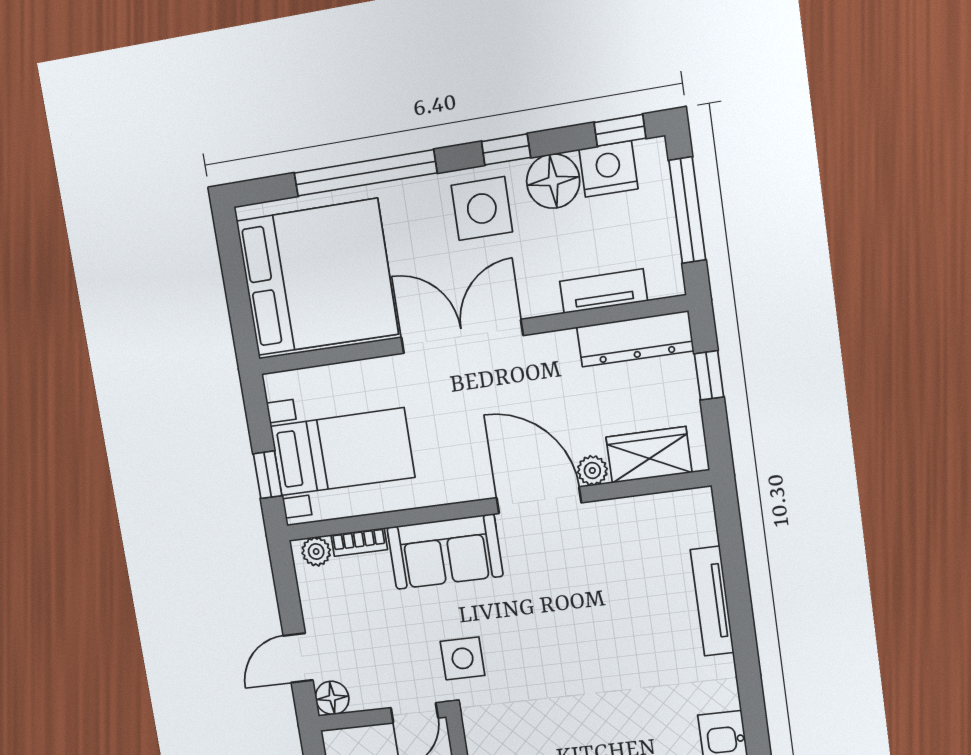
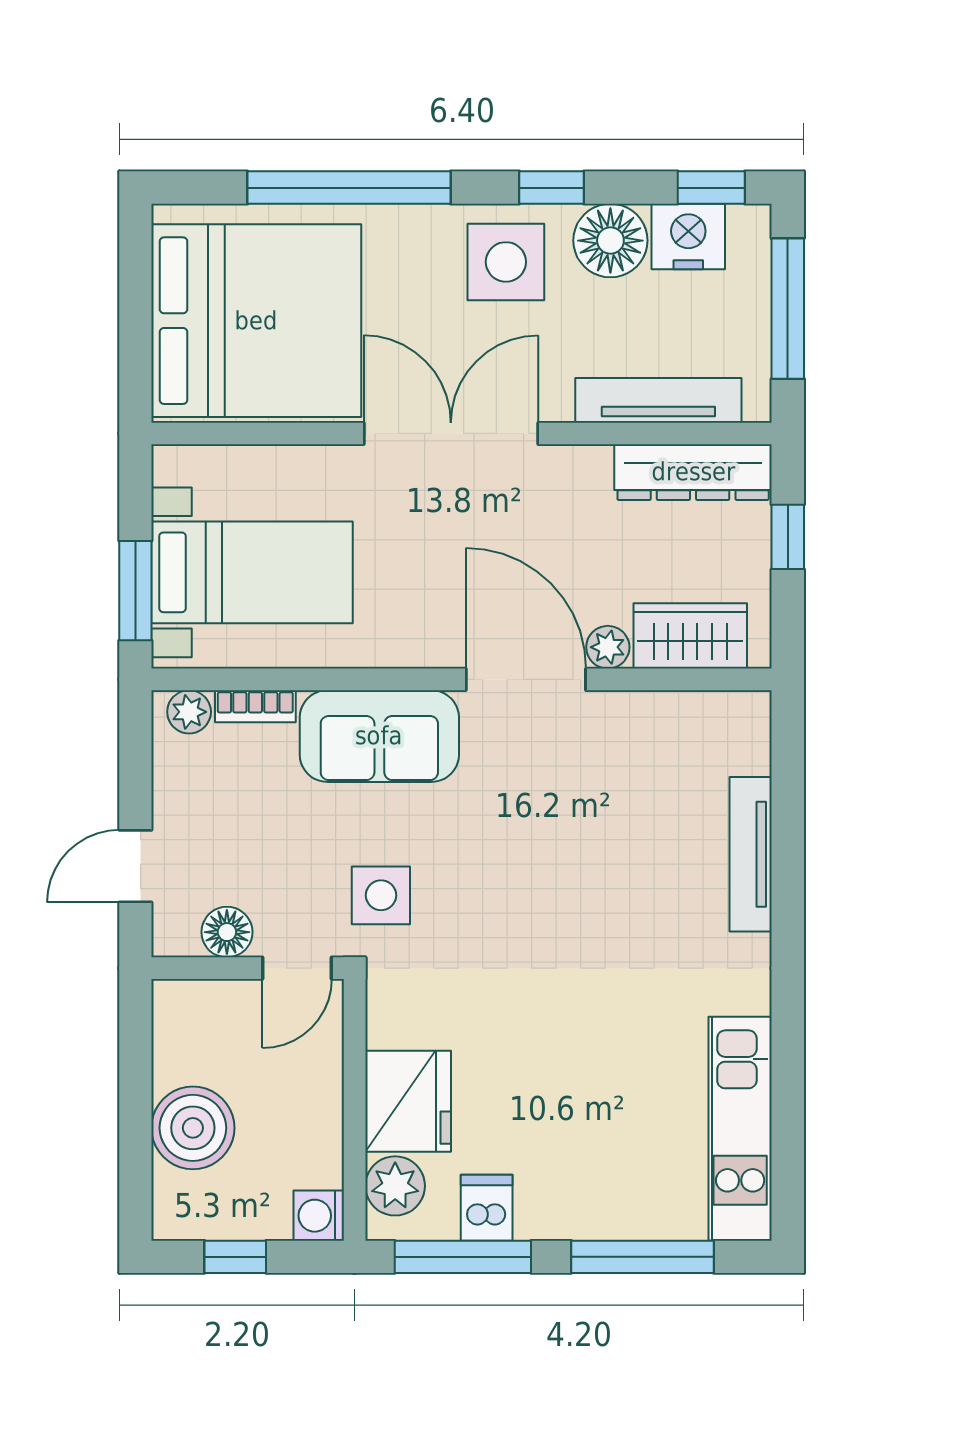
tv unit: (603, 291) -> (658, 400), width x1.41
window: (268, 475) -> (135, 591), width x1.50
floor lamp: (332, 698) -> (227, 932), moved

